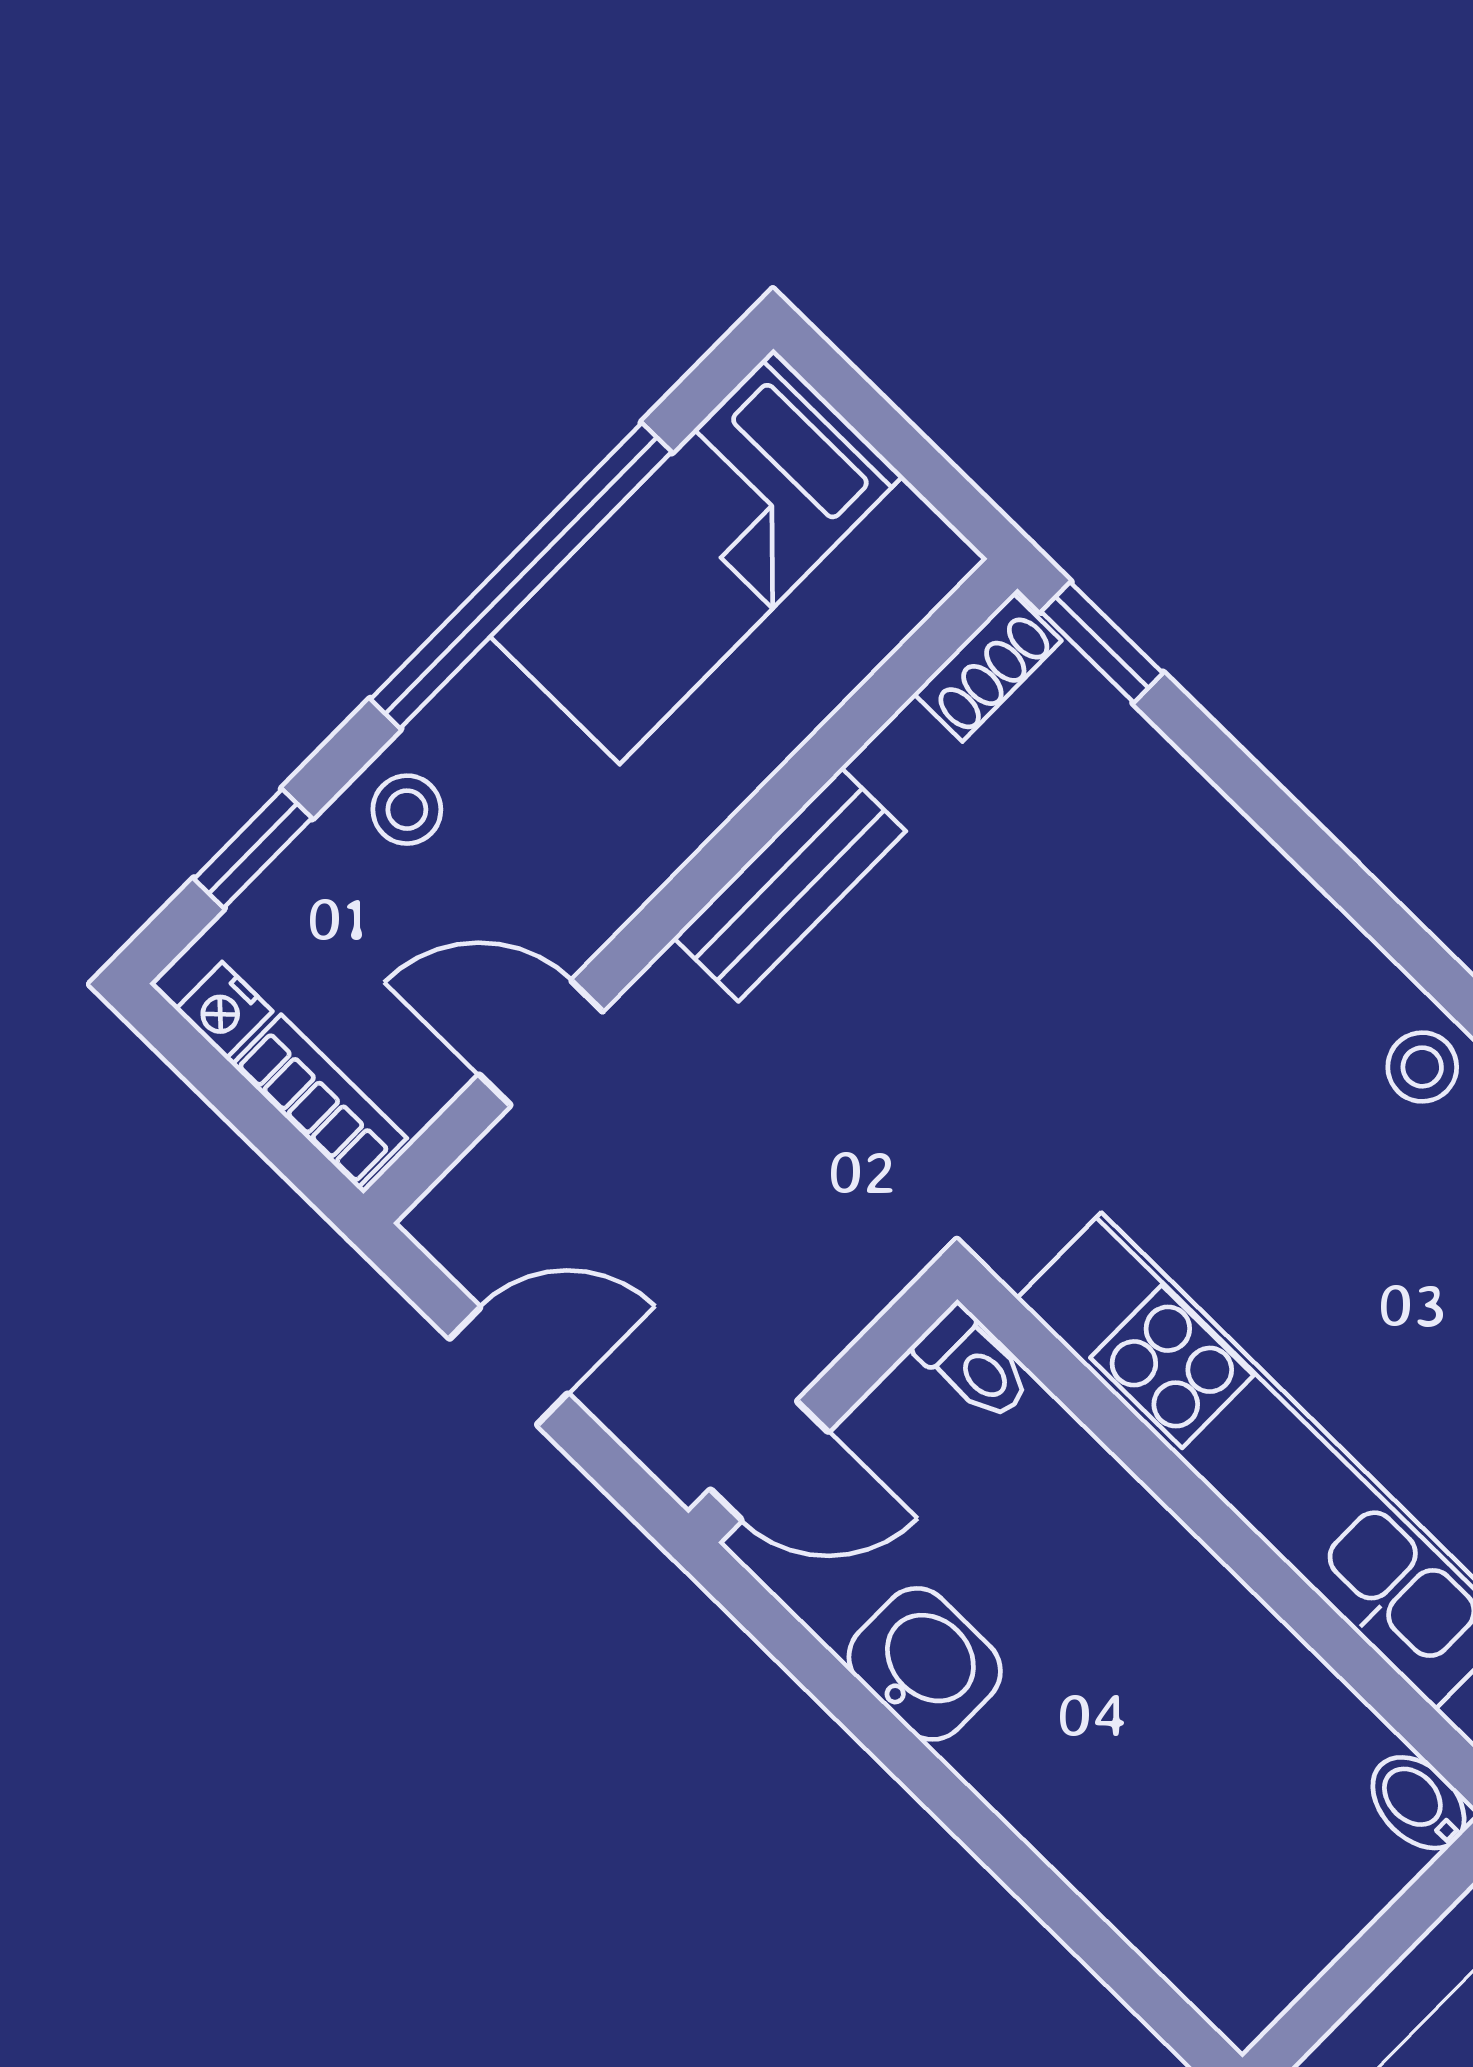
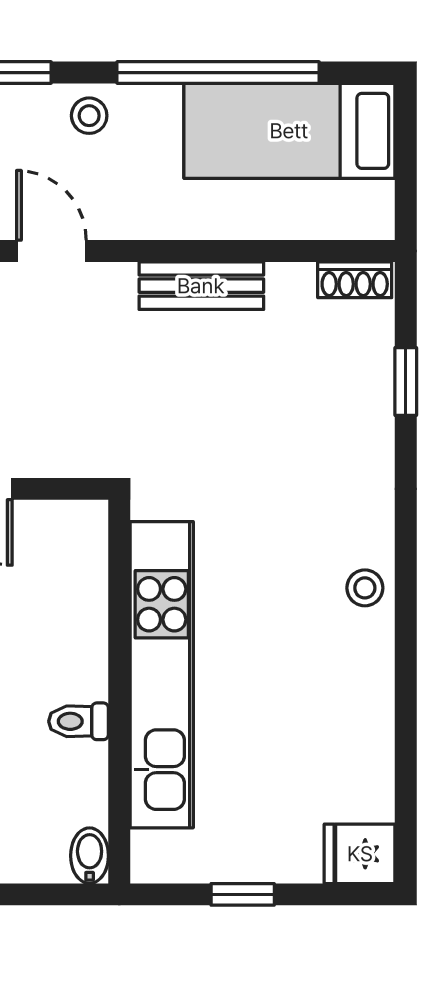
window: (1102, 642) -> (406, 381), moved
toilet: (974, 1364) -> (79, 721), moved, turned 90

